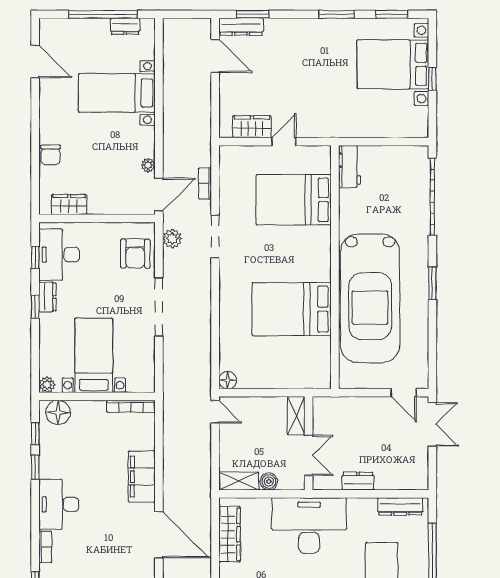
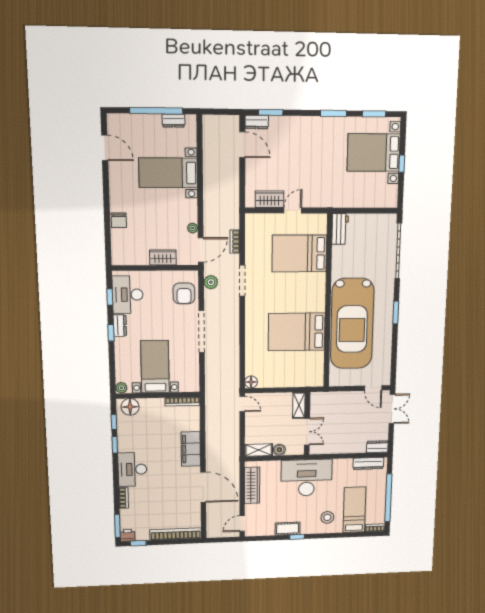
dresser: (241, 27) -> (257, 122), width x0.70
wardrobe: (69, 205) -> (163, 257), moved
dresser: (358, 481) -> (377, 447), moved

